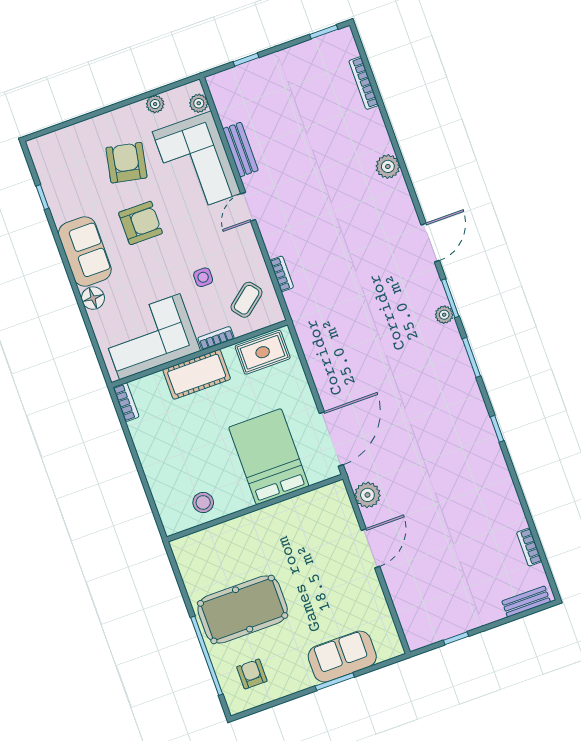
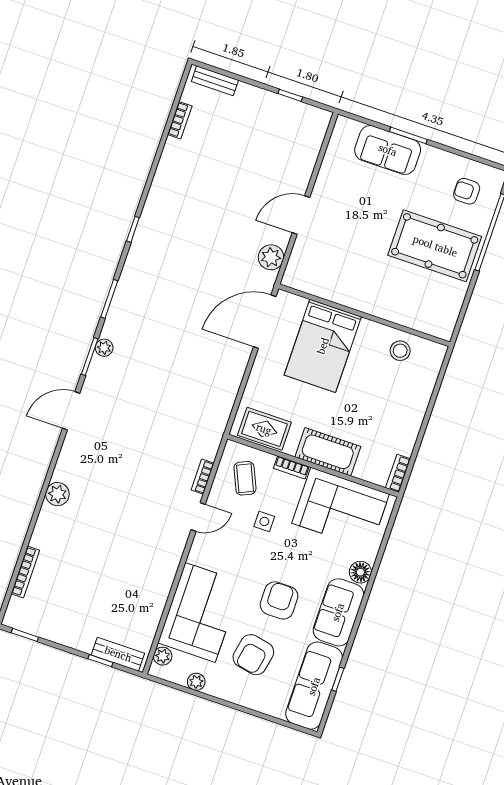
bench: (240, 150) -> (118, 654), moved, turned 90
sofa: (58, 177) -> (314, 686), added
door: (248, 207) -> (198, 517), moved
armchair: (140, 223) -> (279, 600), turned 90
coffee table: (247, 300) -> (245, 478), turned -75
armchair: (252, 674) -> (467, 191), turned 90

